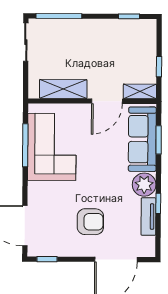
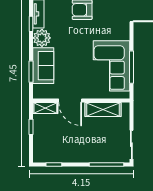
door: (107, 101) -> (70, 101), swing flipped
sofa: (142, 139) -> (43, 66), width x0.73

